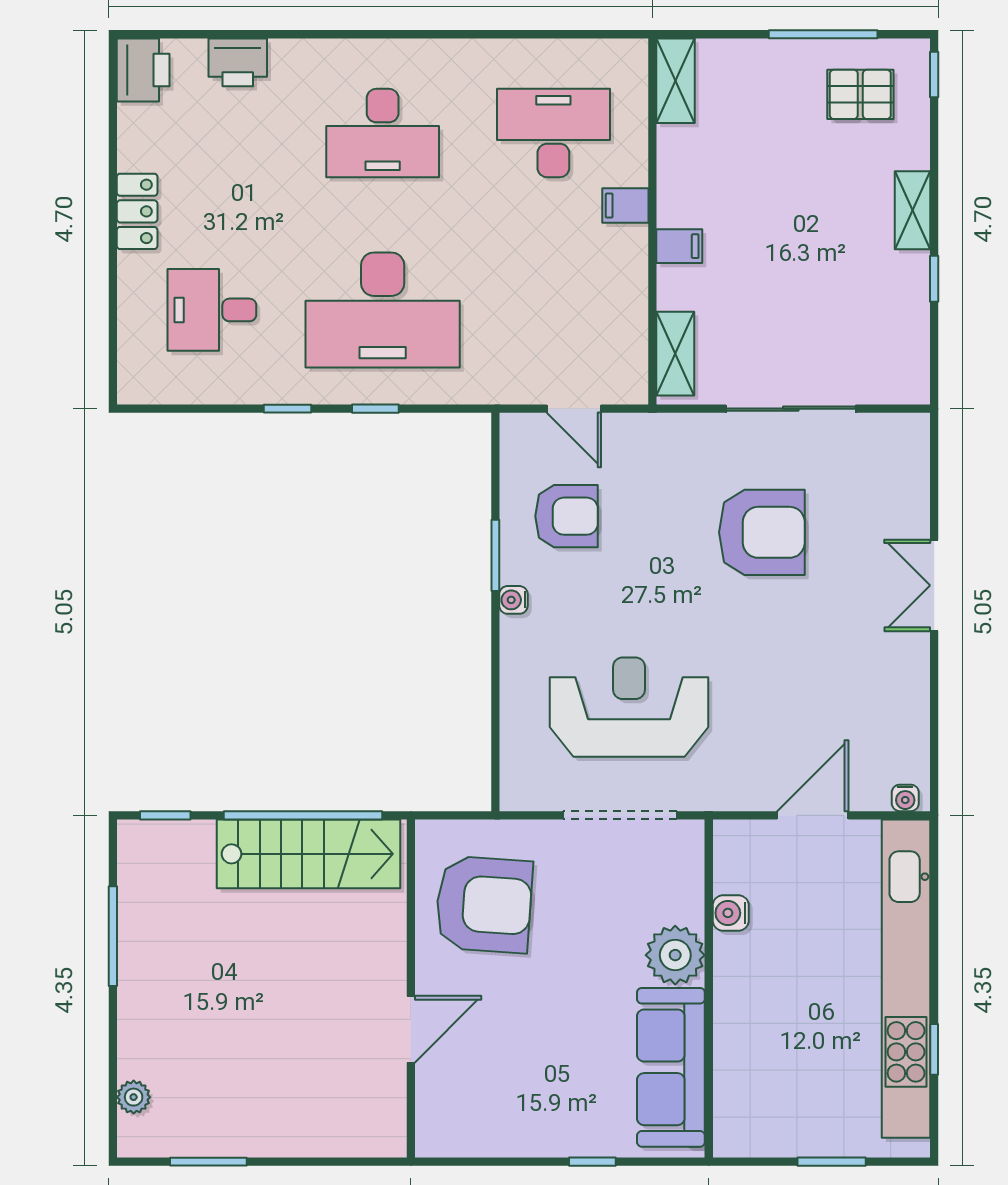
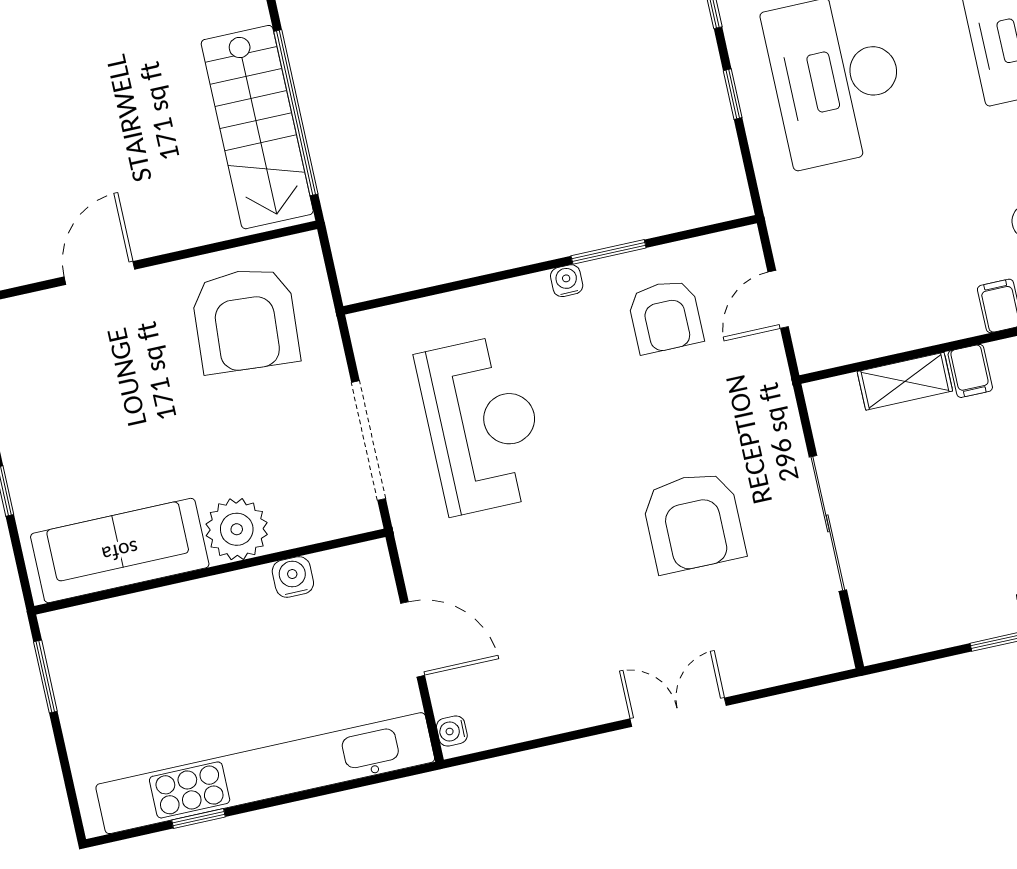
shelving: (675, 354) -> (905, 381), moved
door: (411, 1029) -> (99, 273), swing flipped
window: (832, 1162) -> (45, 676), moved

